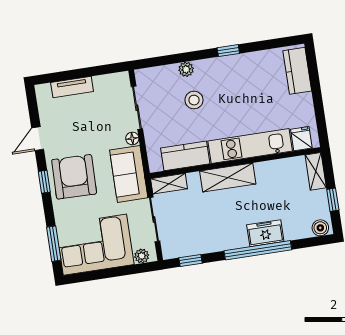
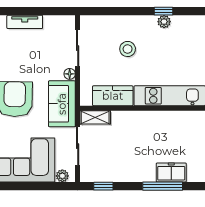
plant: (186, 69) -> (164, 22), moved
shelving: (228, 178) -> (146, 120), removed
window: (258, 250) -> (163, 186), width x0.68

